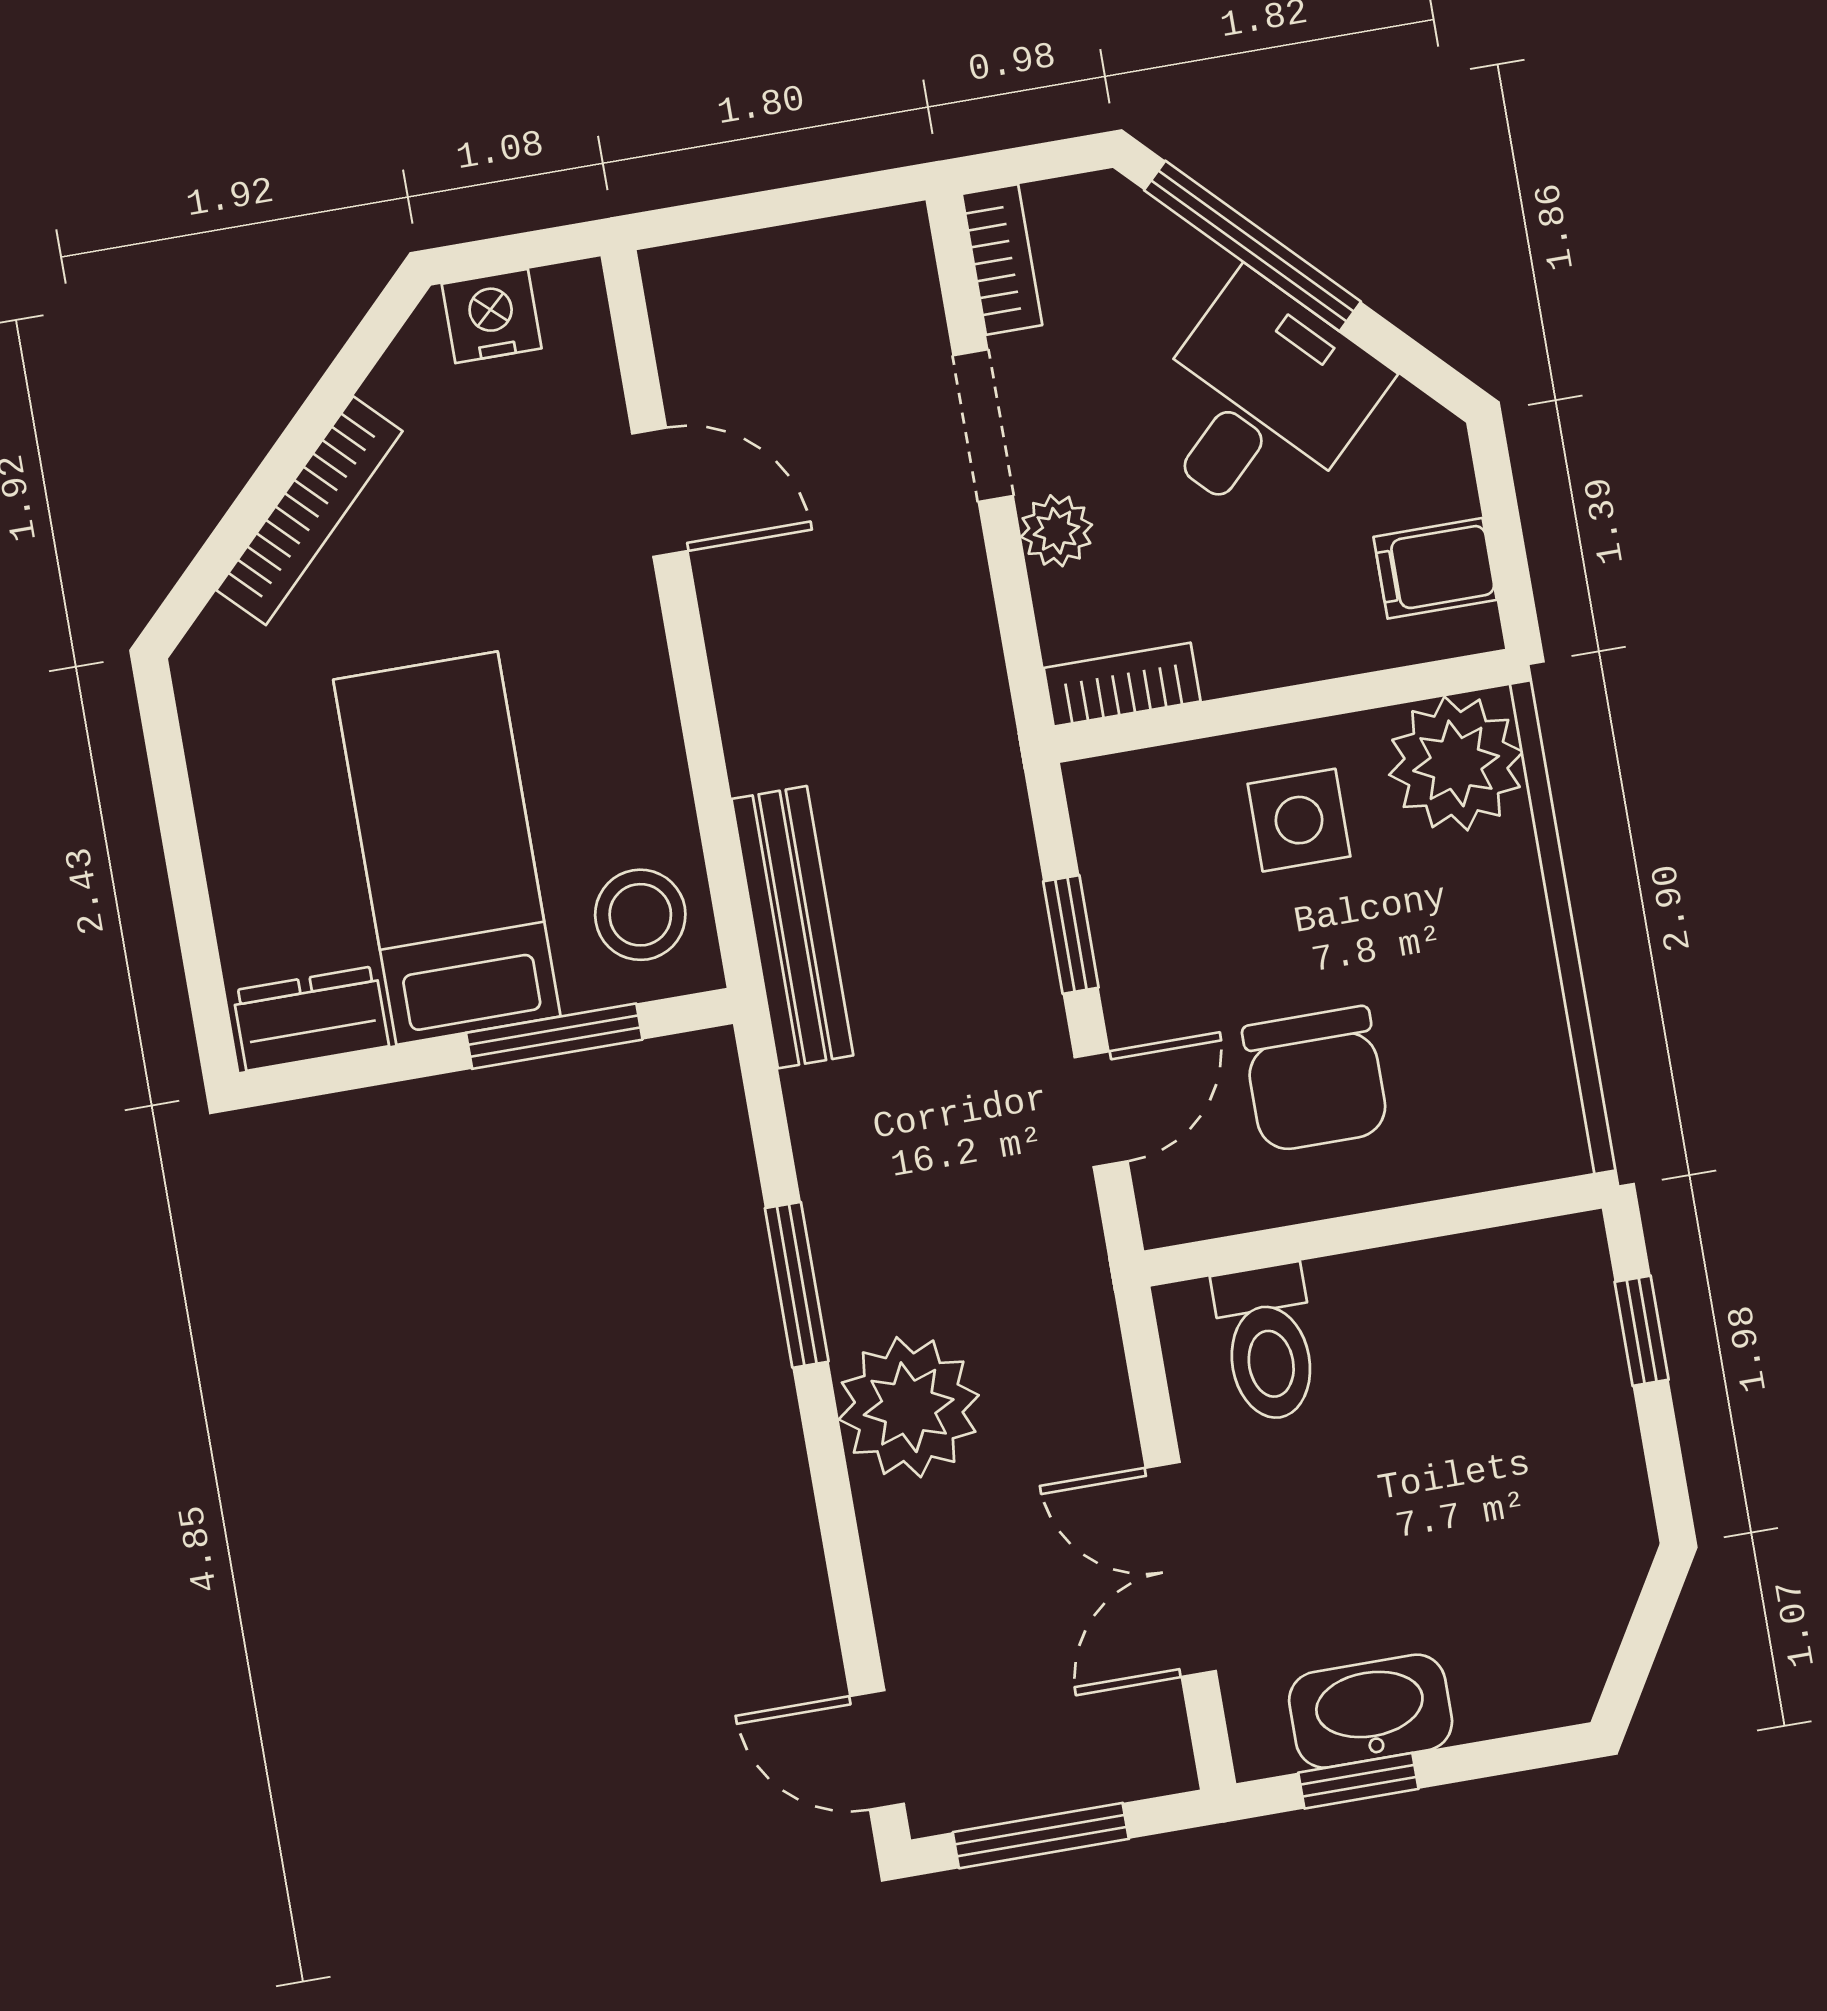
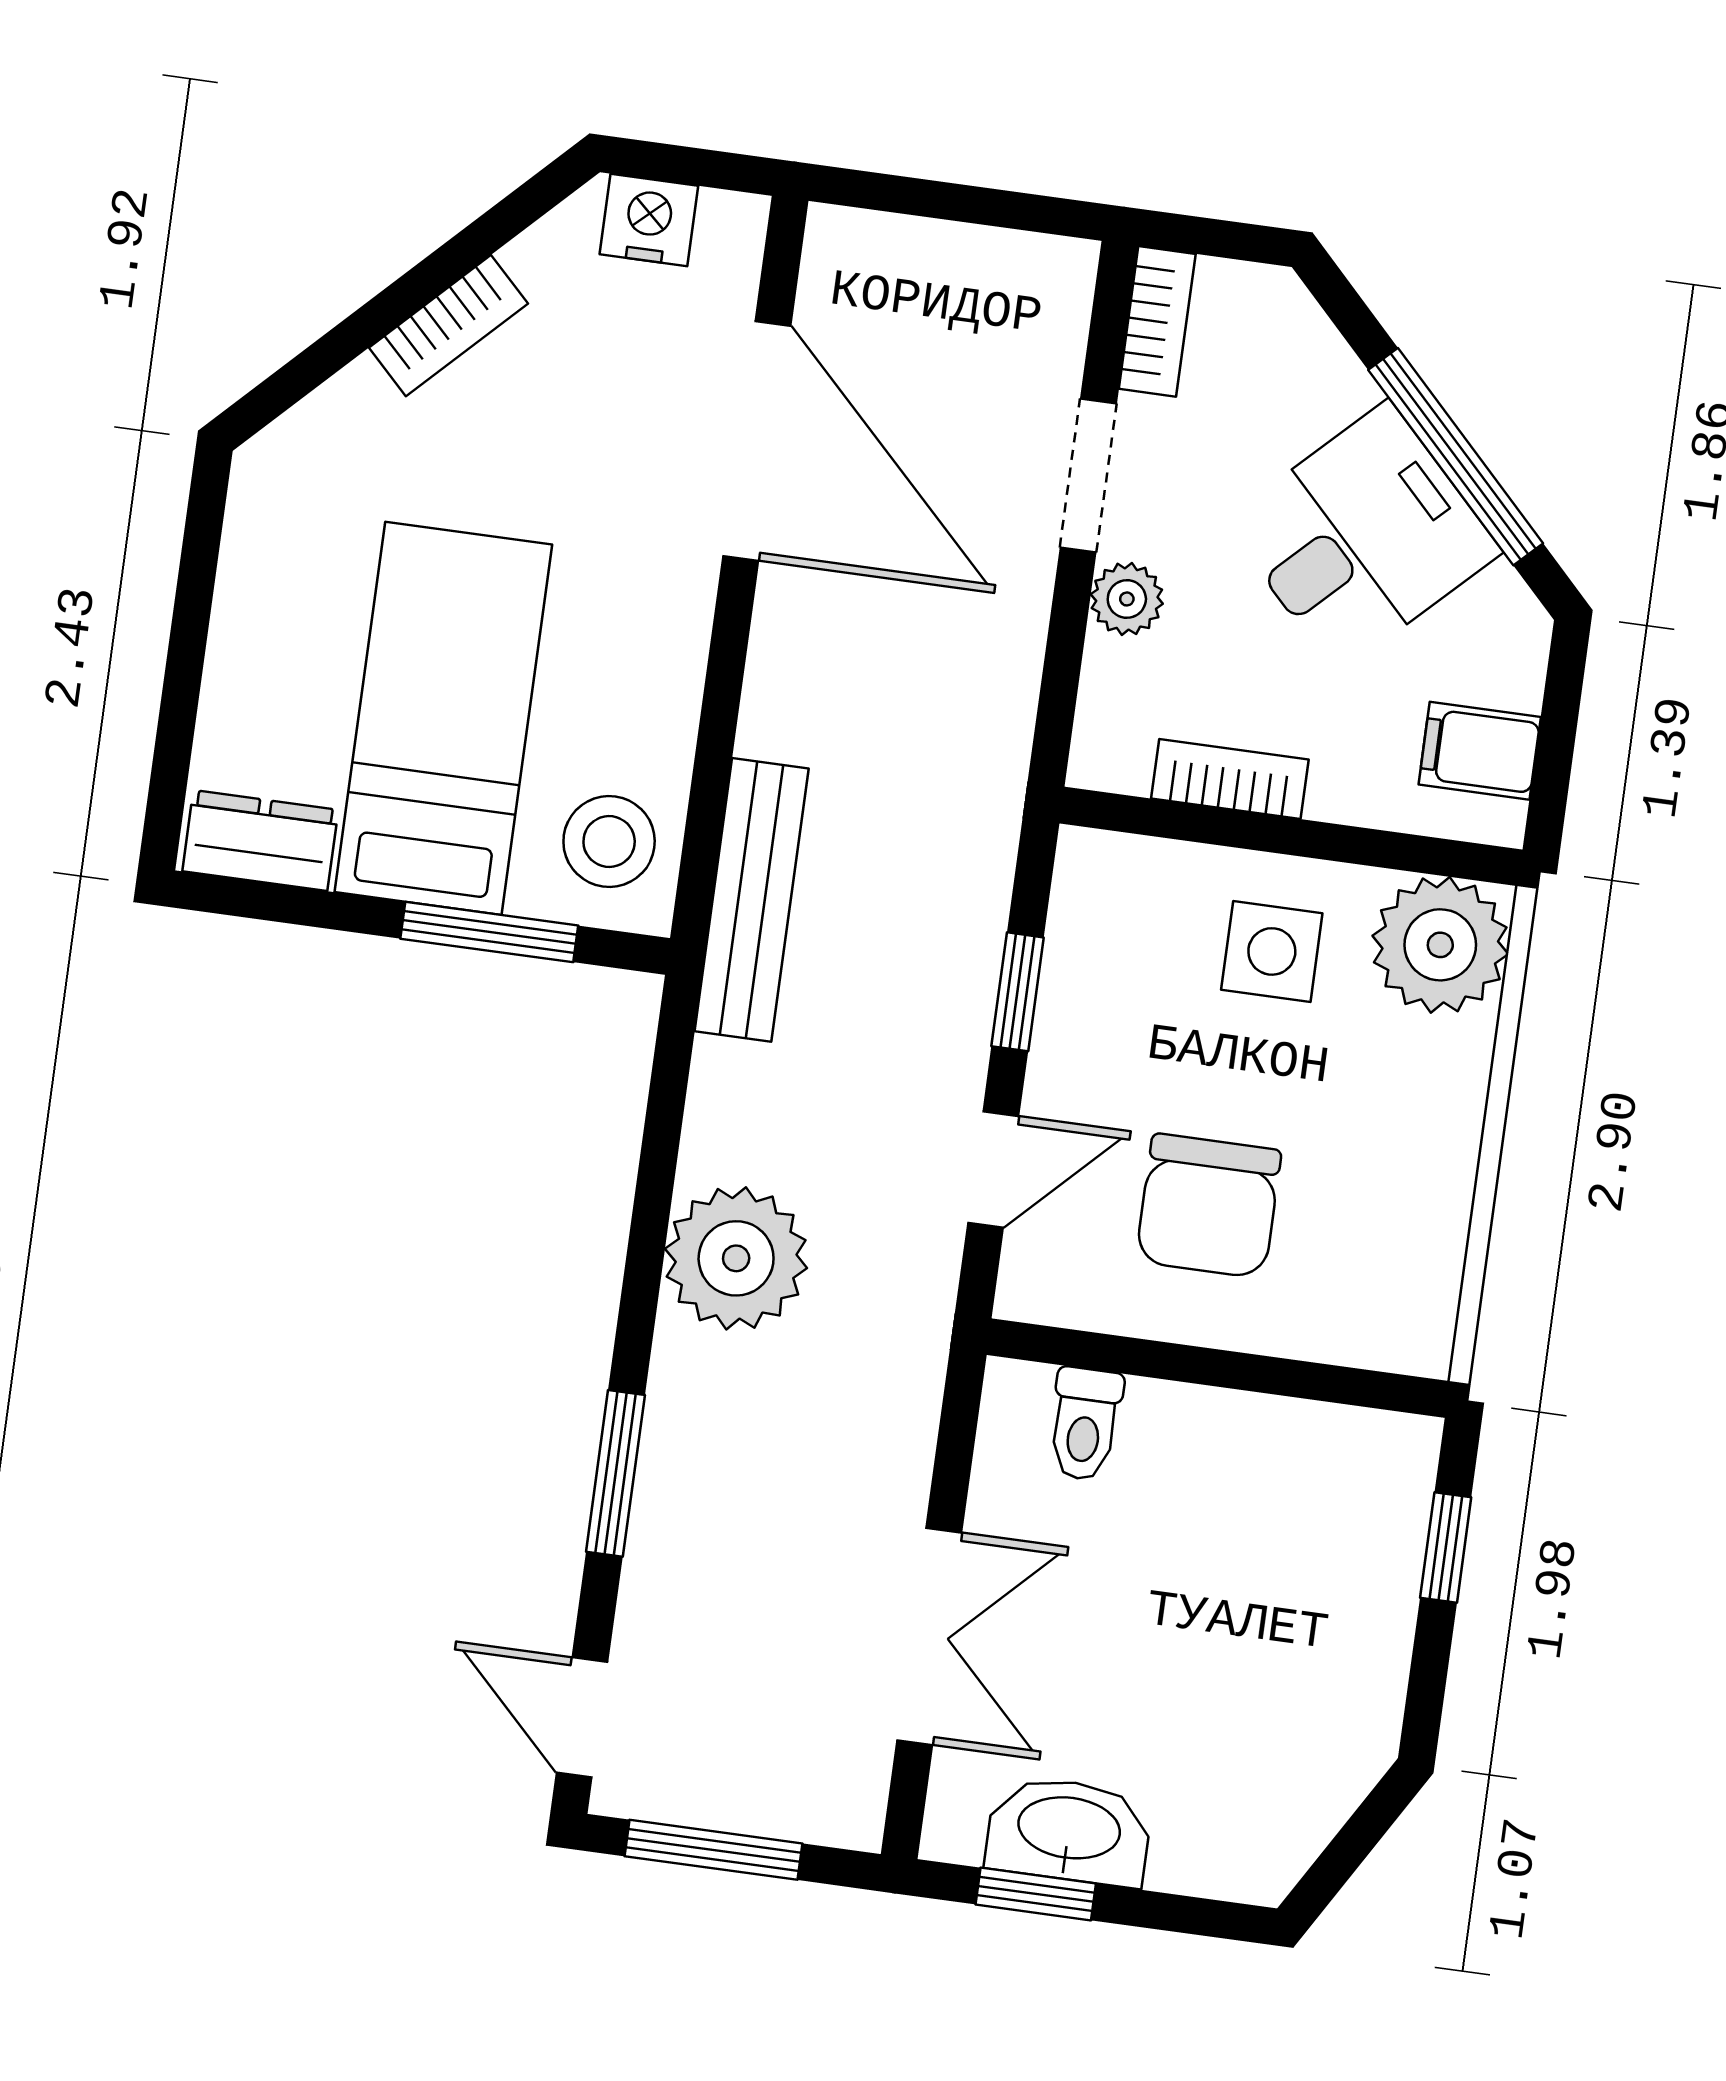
window: (1253, 246) -> (1456, 457), moved
door: (660, 492) -> (757, 441), width x1.88
bookcase: (309, 511) -> (448, 326), width x0.64
bookcase: (1122, 685) -> (1230, 779), moved
window: (797, 1285) -> (615, 1473), moved
toilet: (1268, 1343) -> (1085, 1424), width x0.73, depth x0.72
plant: (909, 1407) -> (736, 1258), moved
double door: (1181, 1569) -> (929, 1636), swing flipped

